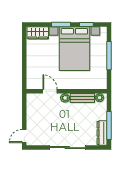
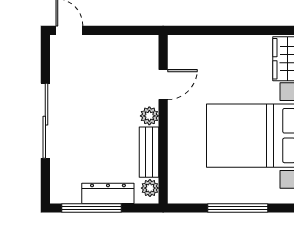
dresser: (102, 133) -> (108, 193), moved

